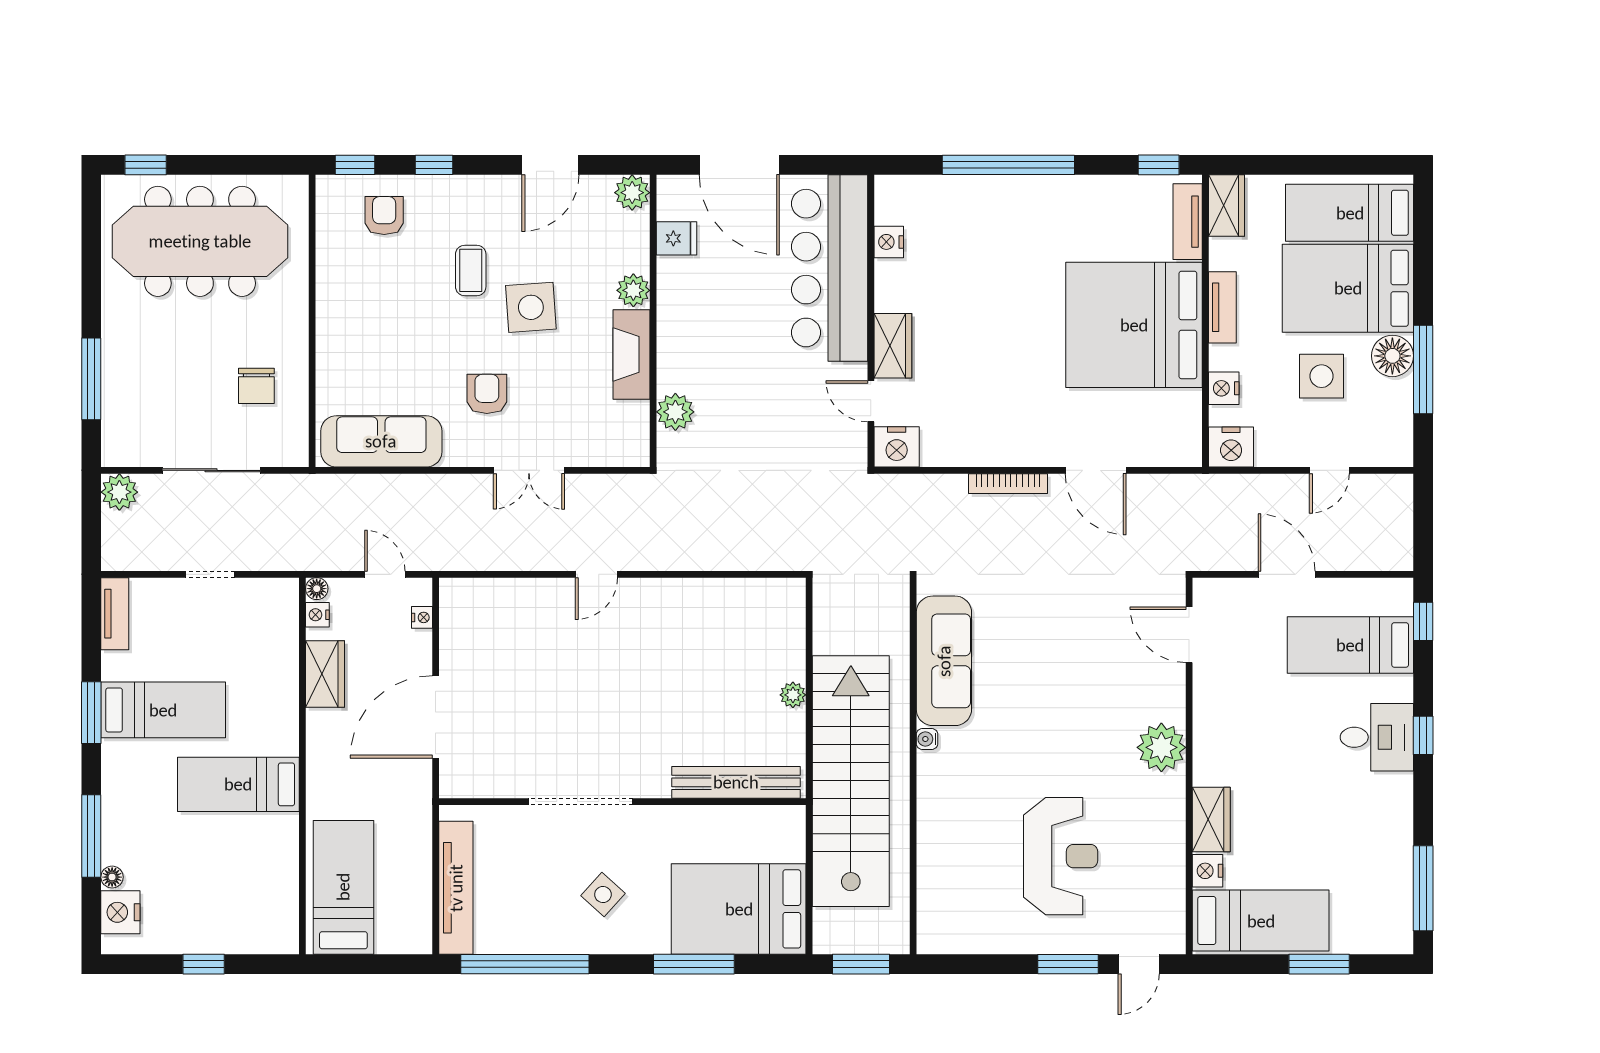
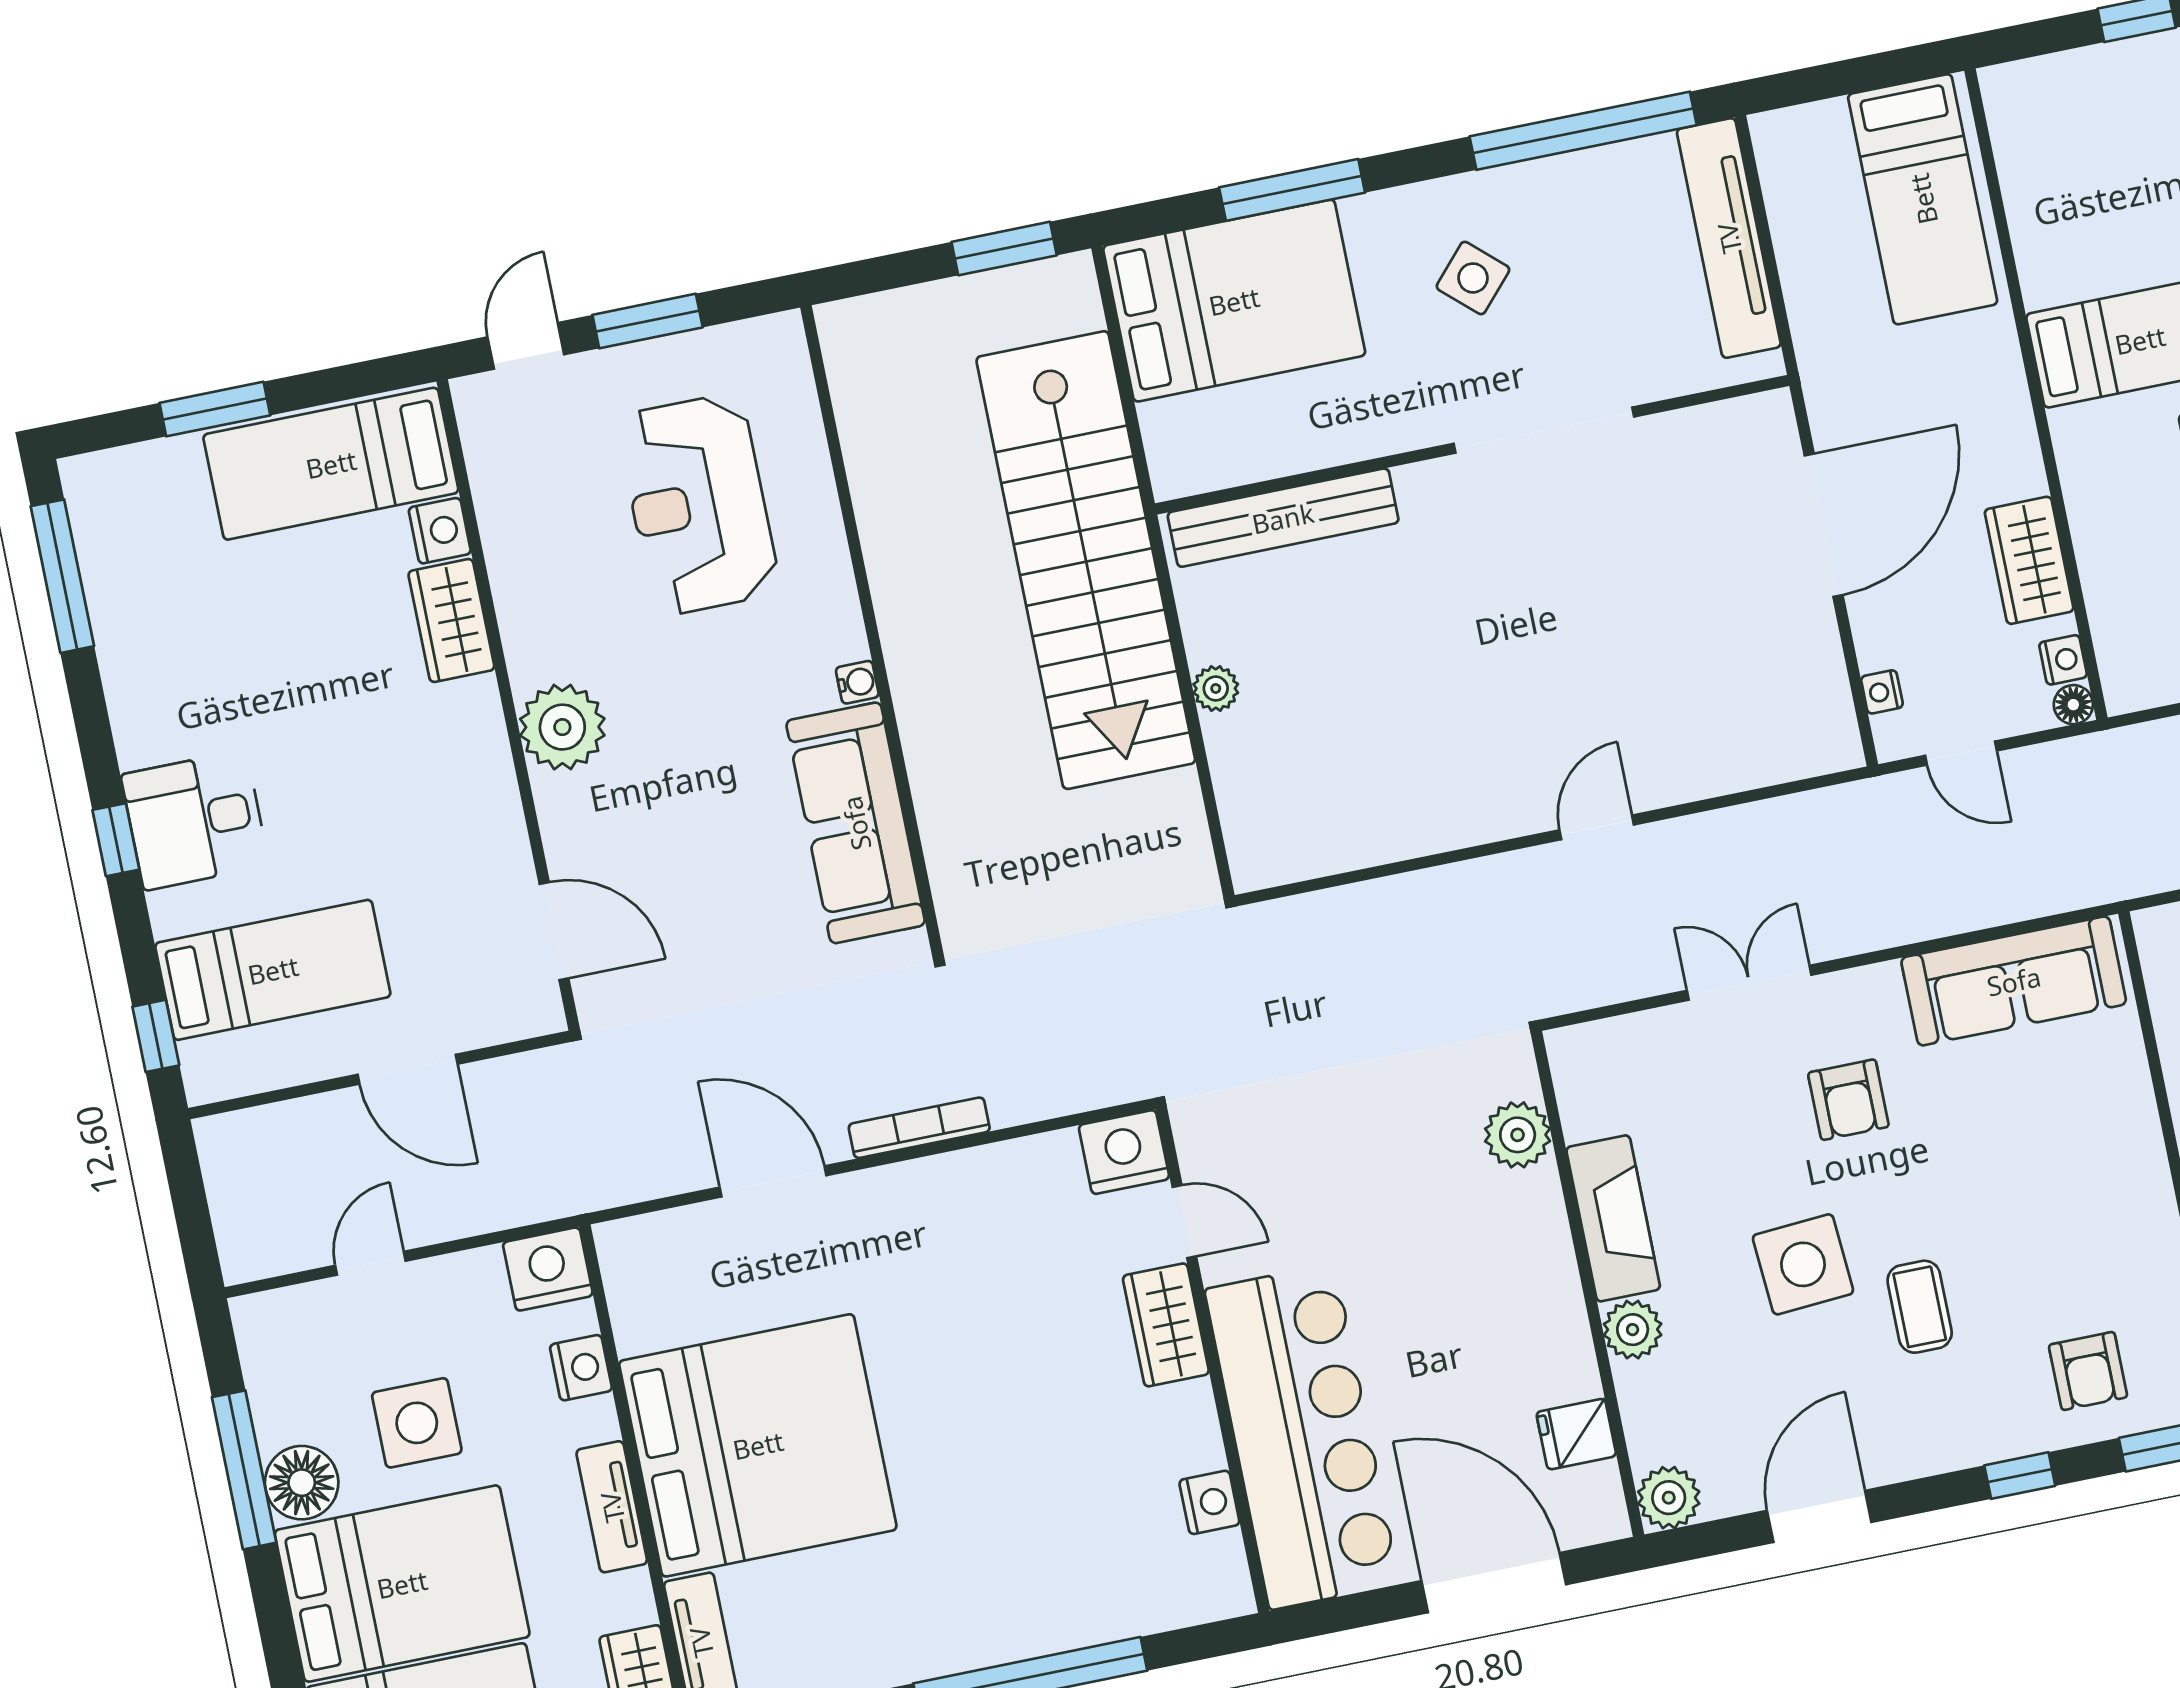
sofa: (944, 661) -> (856, 823), moved
water cooler: (927, 739) -> (857, 682), moved
wall: (913, 766) -> (872, 631), moved

